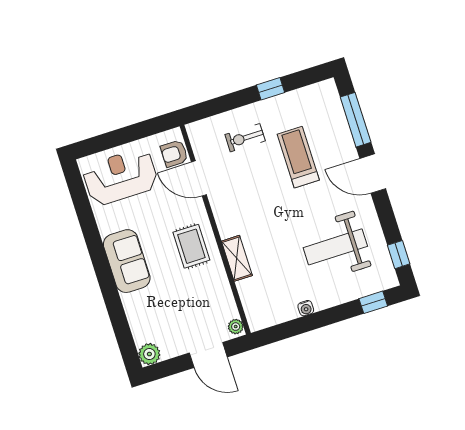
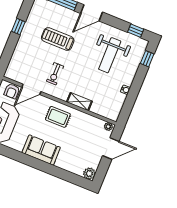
exercise bike: (245, 138) -> (55, 74), moved

